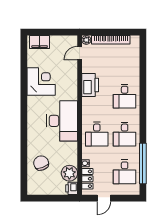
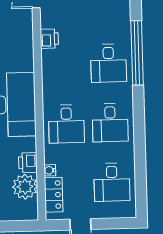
printer: (90, 85) -> (49, 39), width x0.53, depth x0.68
window: (143, 164) -> (137, 53), moved
printer: (72, 188) -> (28, 163), moved

